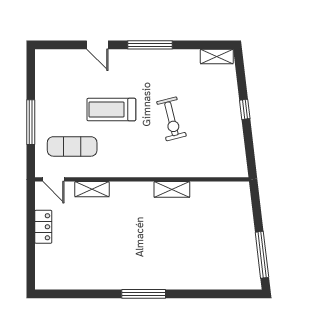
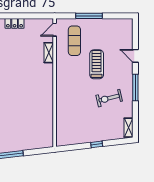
door: (97, 45) -> (135, 56), hinge flipped
exercise bike: (171, 119) -> (109, 98), moved
shelving: (172, 189) -> (49, 101), removed
locker: (43, 227) -> (15, 23), moved

